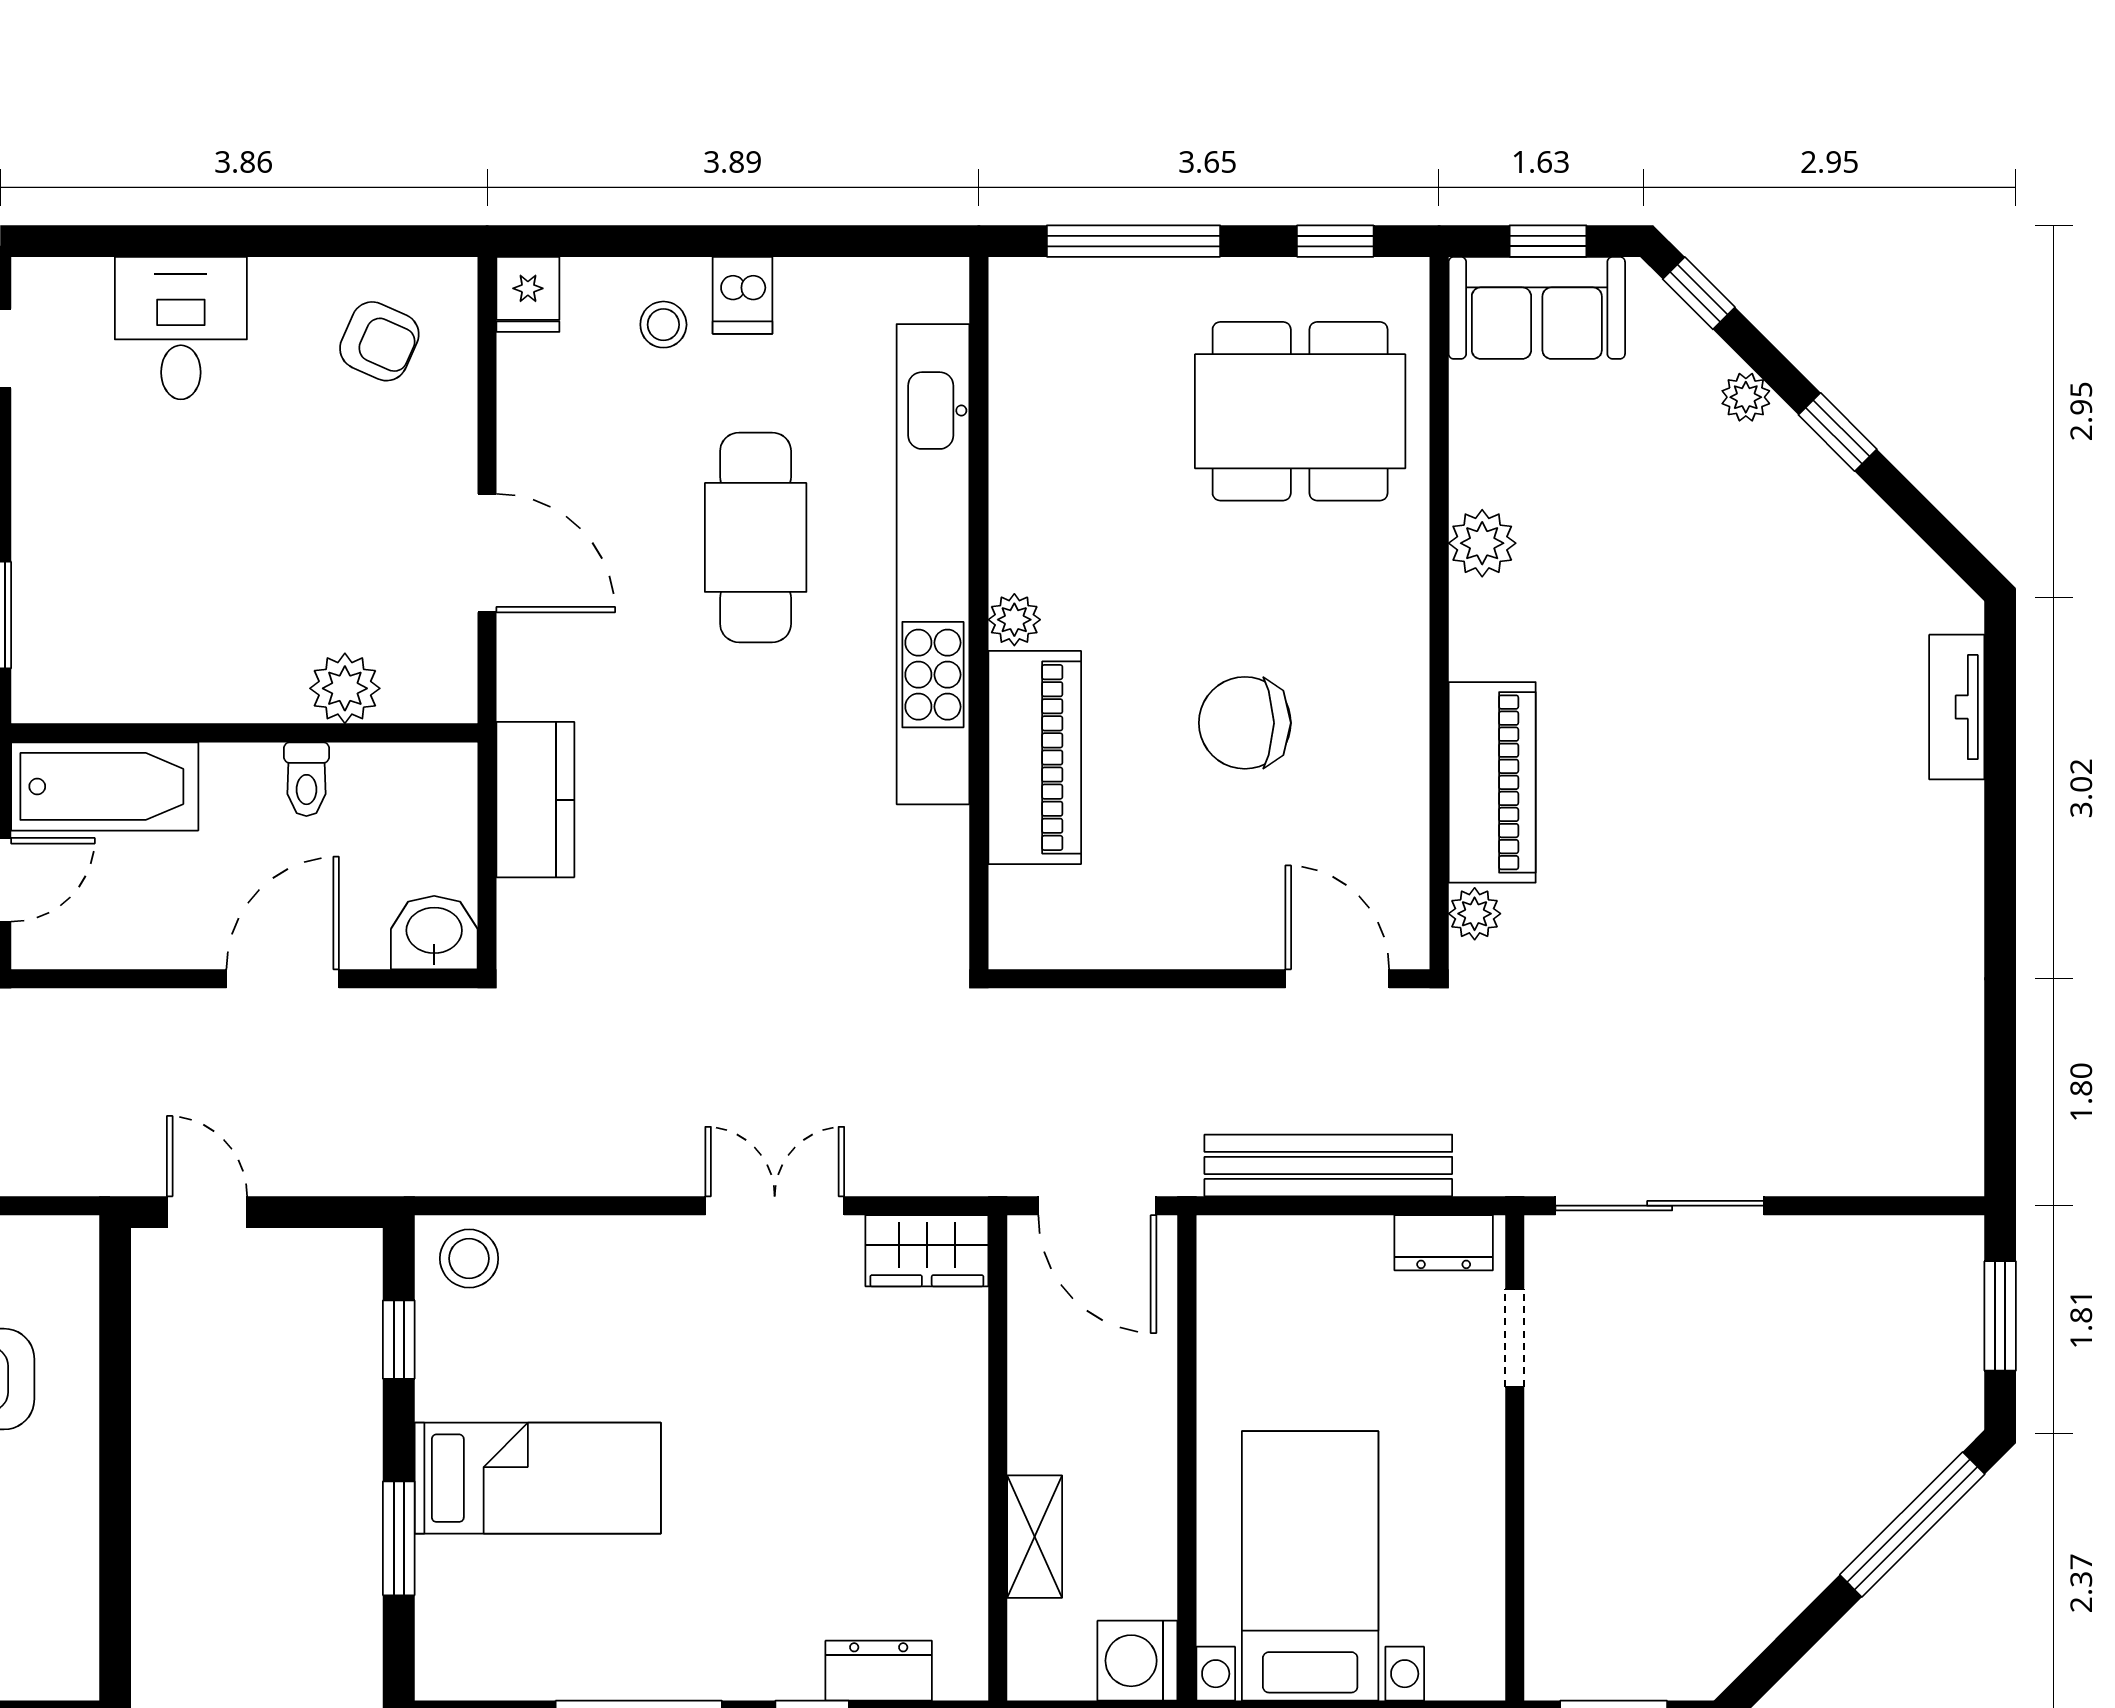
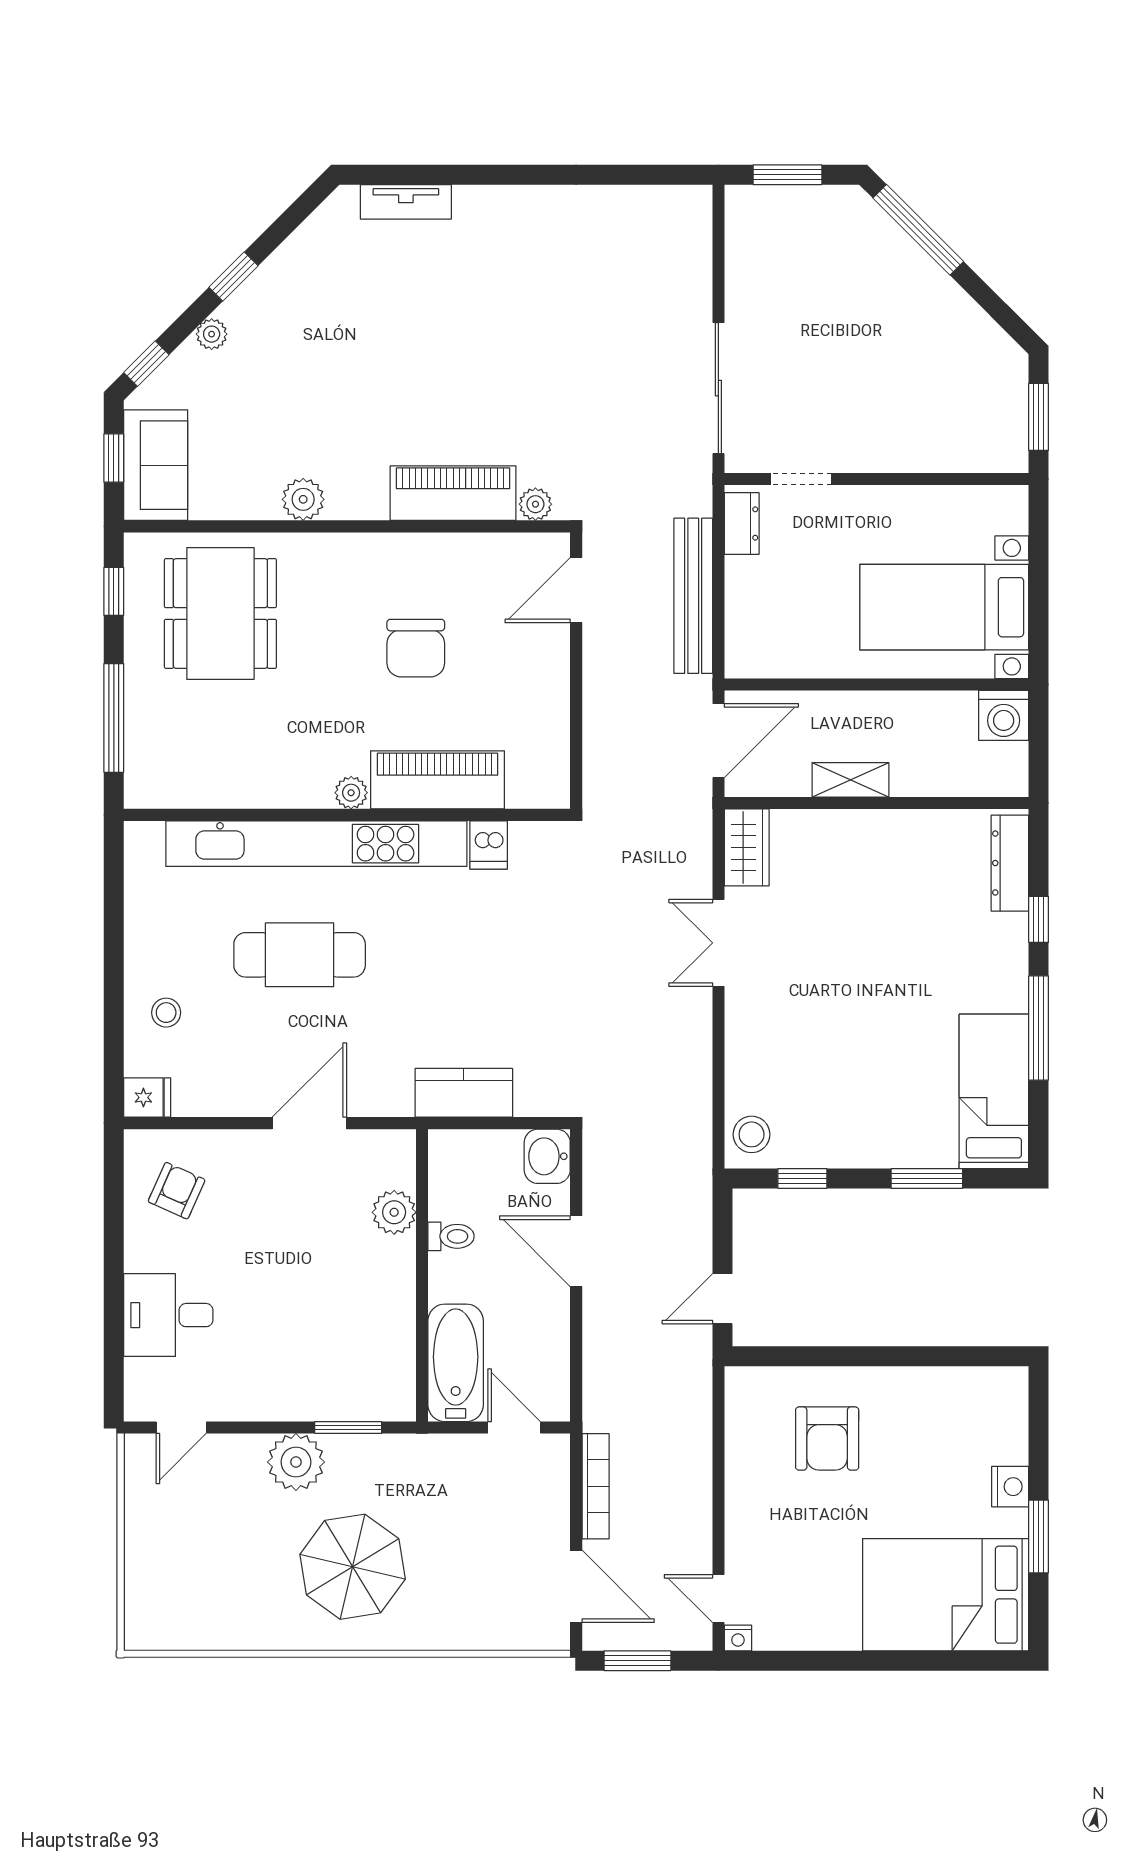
dishwasher: (743, 295) -> (489, 845), moved, turned 90
bed: (538, 1478) -> (994, 1091), moved
shelving: (1035, 1537) -> (850, 780), moved
dresser: (879, 1671) -> (1010, 863), width x1.44

